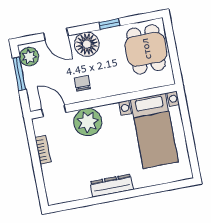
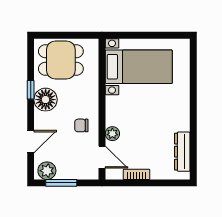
floor lamp: (87, 44) -> (46, 100), moved
door: (54, 111) -> (102, 157), swing flipped
plant: (88, 122) -> (112, 134), width x0.53, depth x0.53
dresser: (112, 186) -> (182, 152), moved

